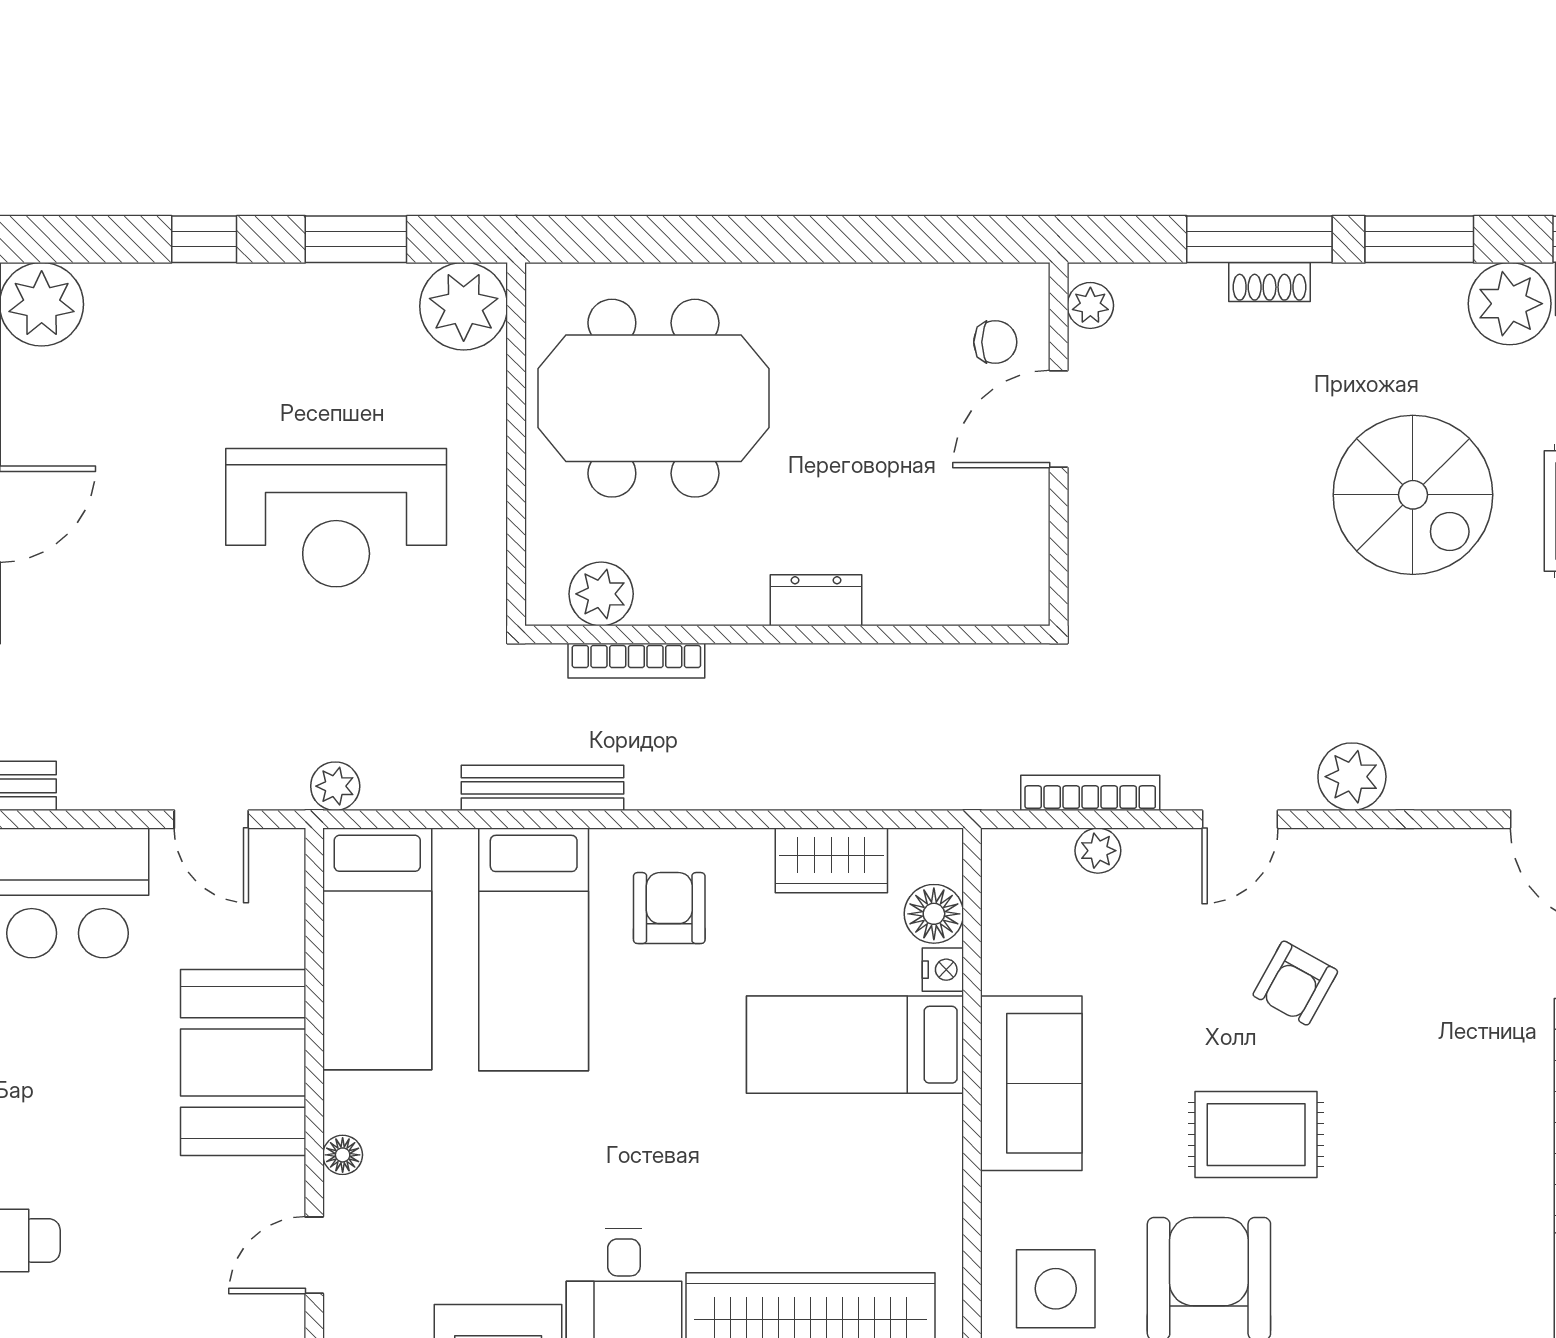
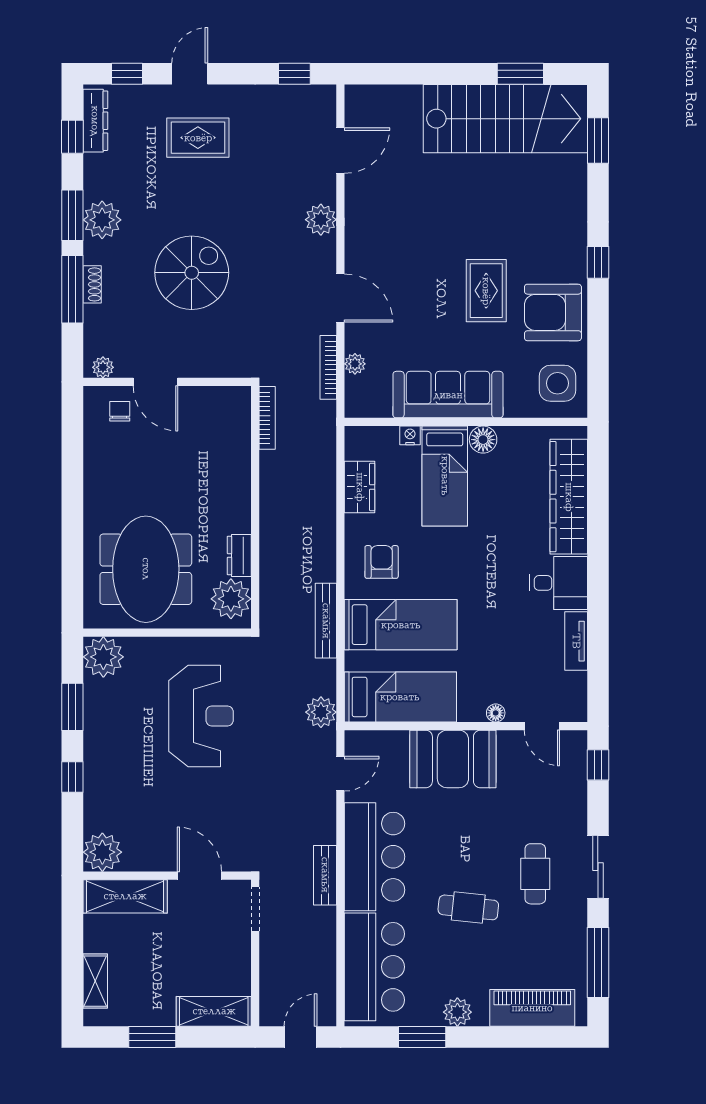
plant: (1510, 304) -> (102, 220), moved
spiral stairs: (1413, 495) -> (192, 273), moved
plant: (601, 594) -> (231, 599), width x1.36, depth x1.36
dresser: (816, 600) -> (239, 555), moved
bookcase: (636, 661) -> (267, 418), moved
plant: (1352, 777) -> (321, 220), moved
plant: (335, 786) -> (321, 712), width x1.38, depth x1.38
door: (1240, 819) -> (340, 298), width x1.38
armchair: (669, 908) -> (382, 562), turned 90
floor lamp: (934, 914) -> (483, 440), moved
armchair: (1295, 983) -> (416, 272), removed
sofa: (1031, 1083) -> (448, 395), width x1.36

